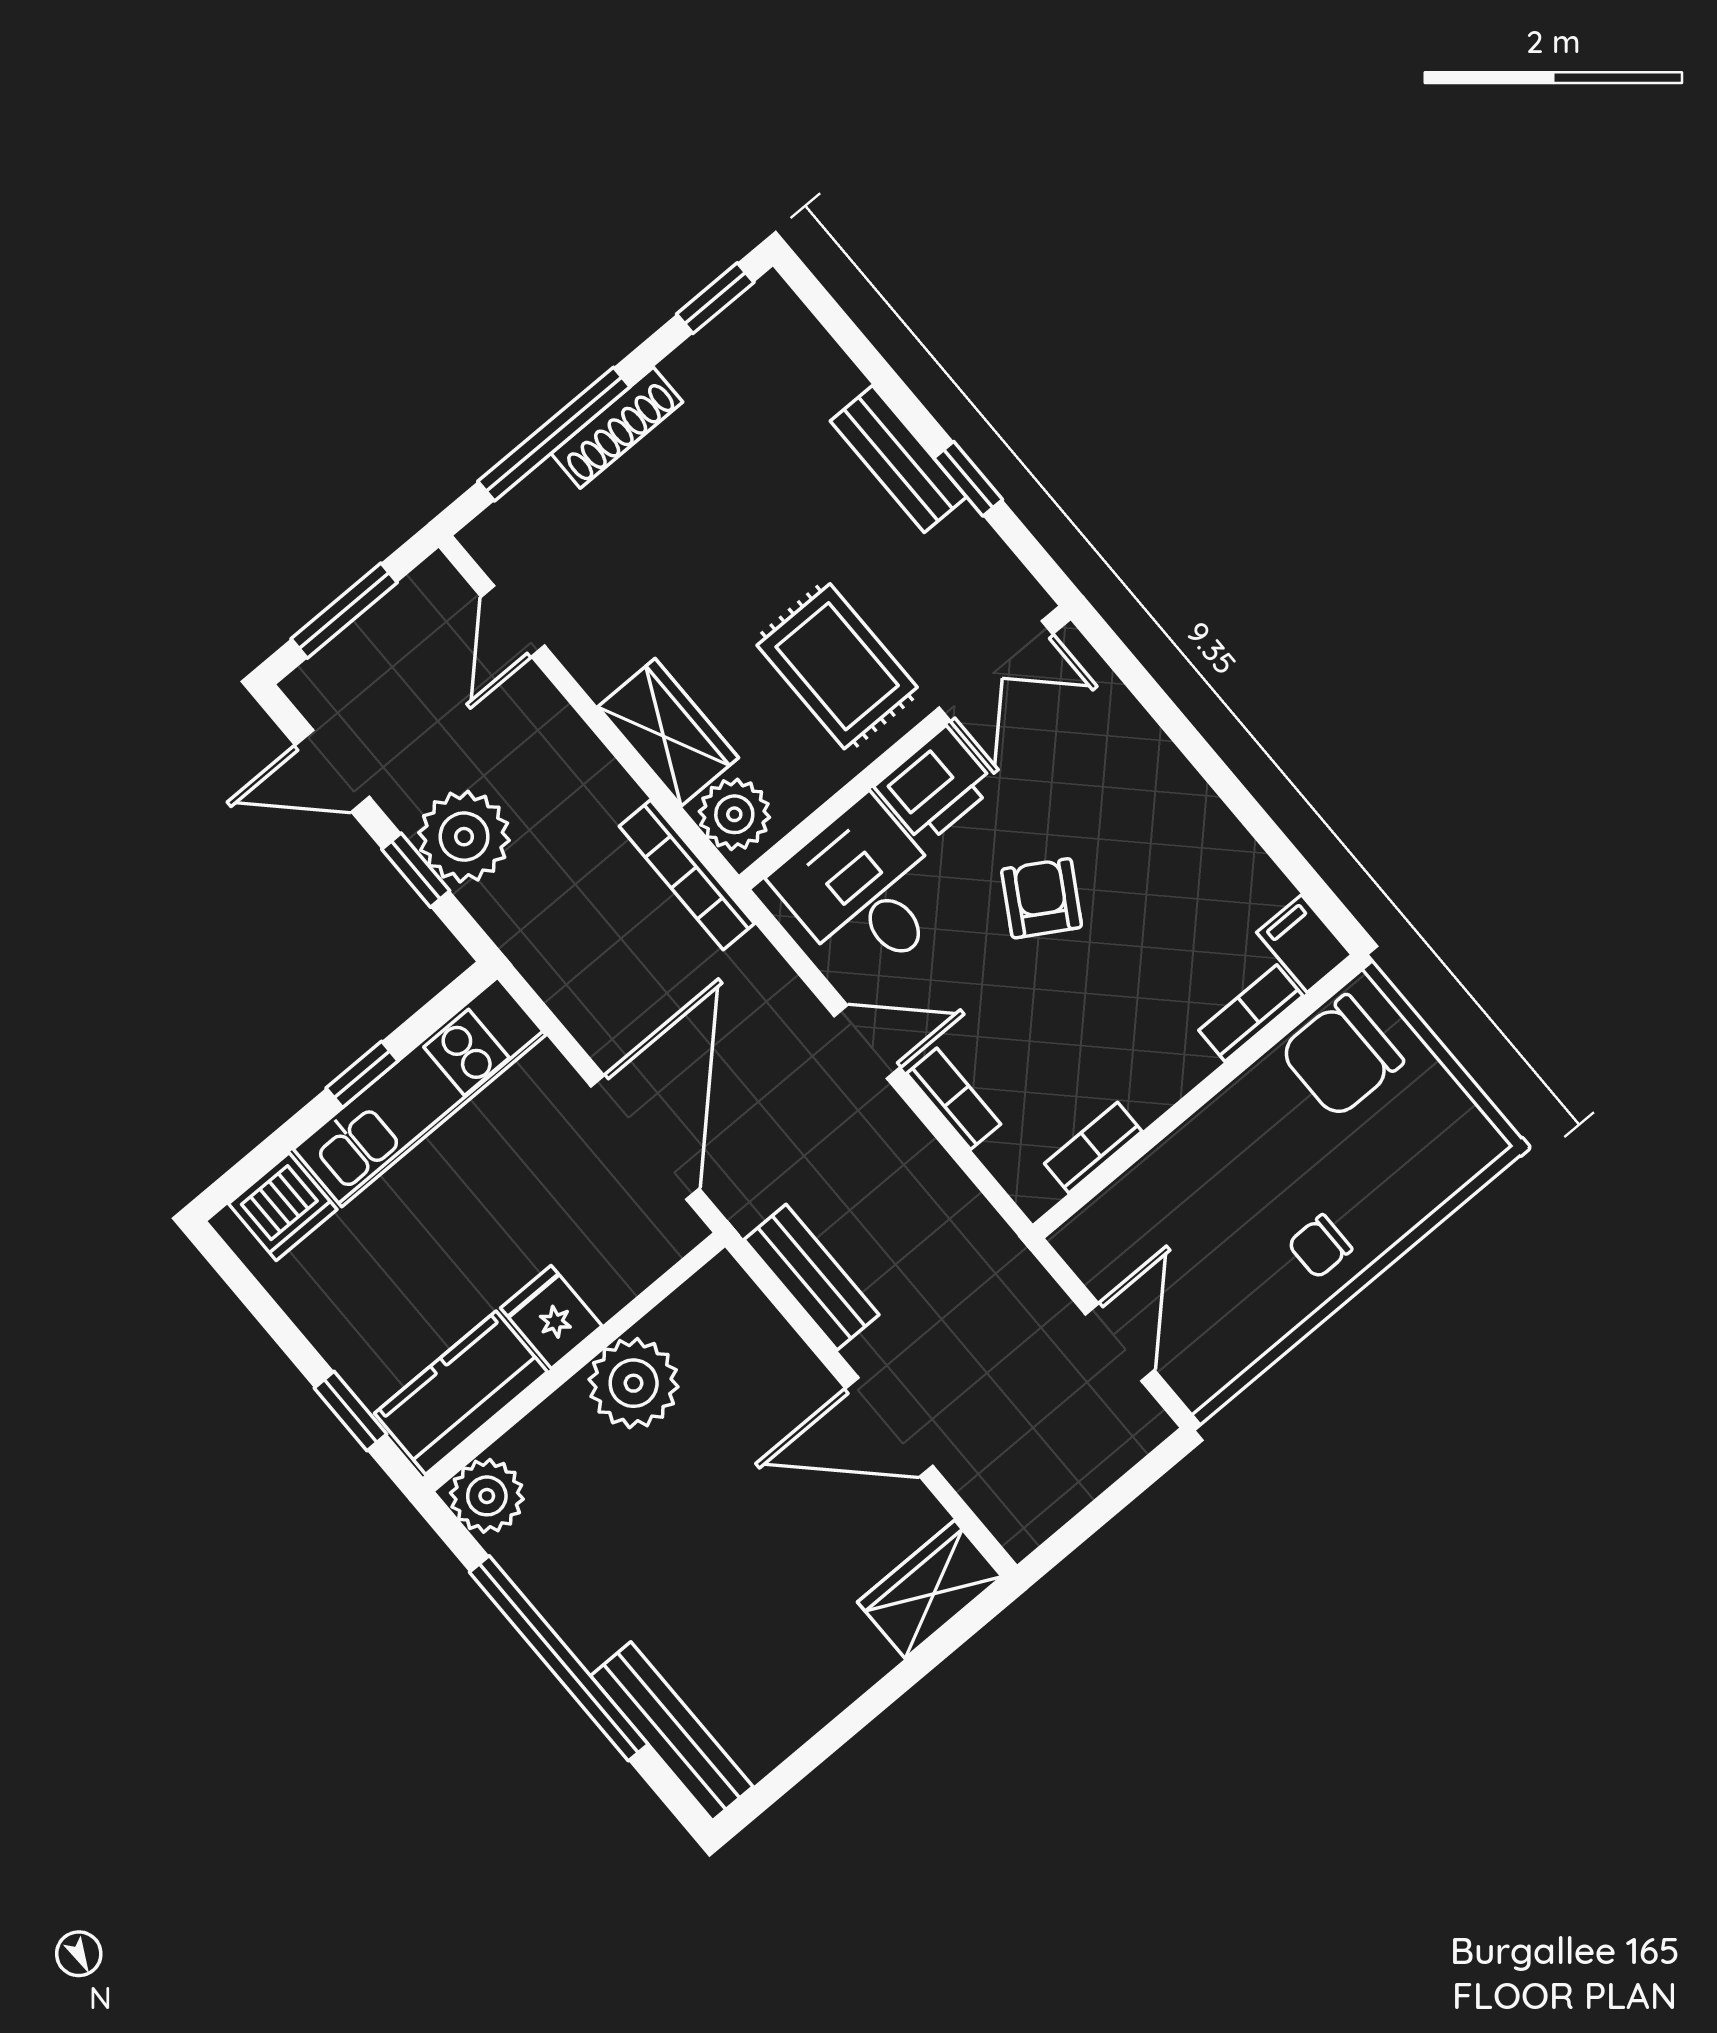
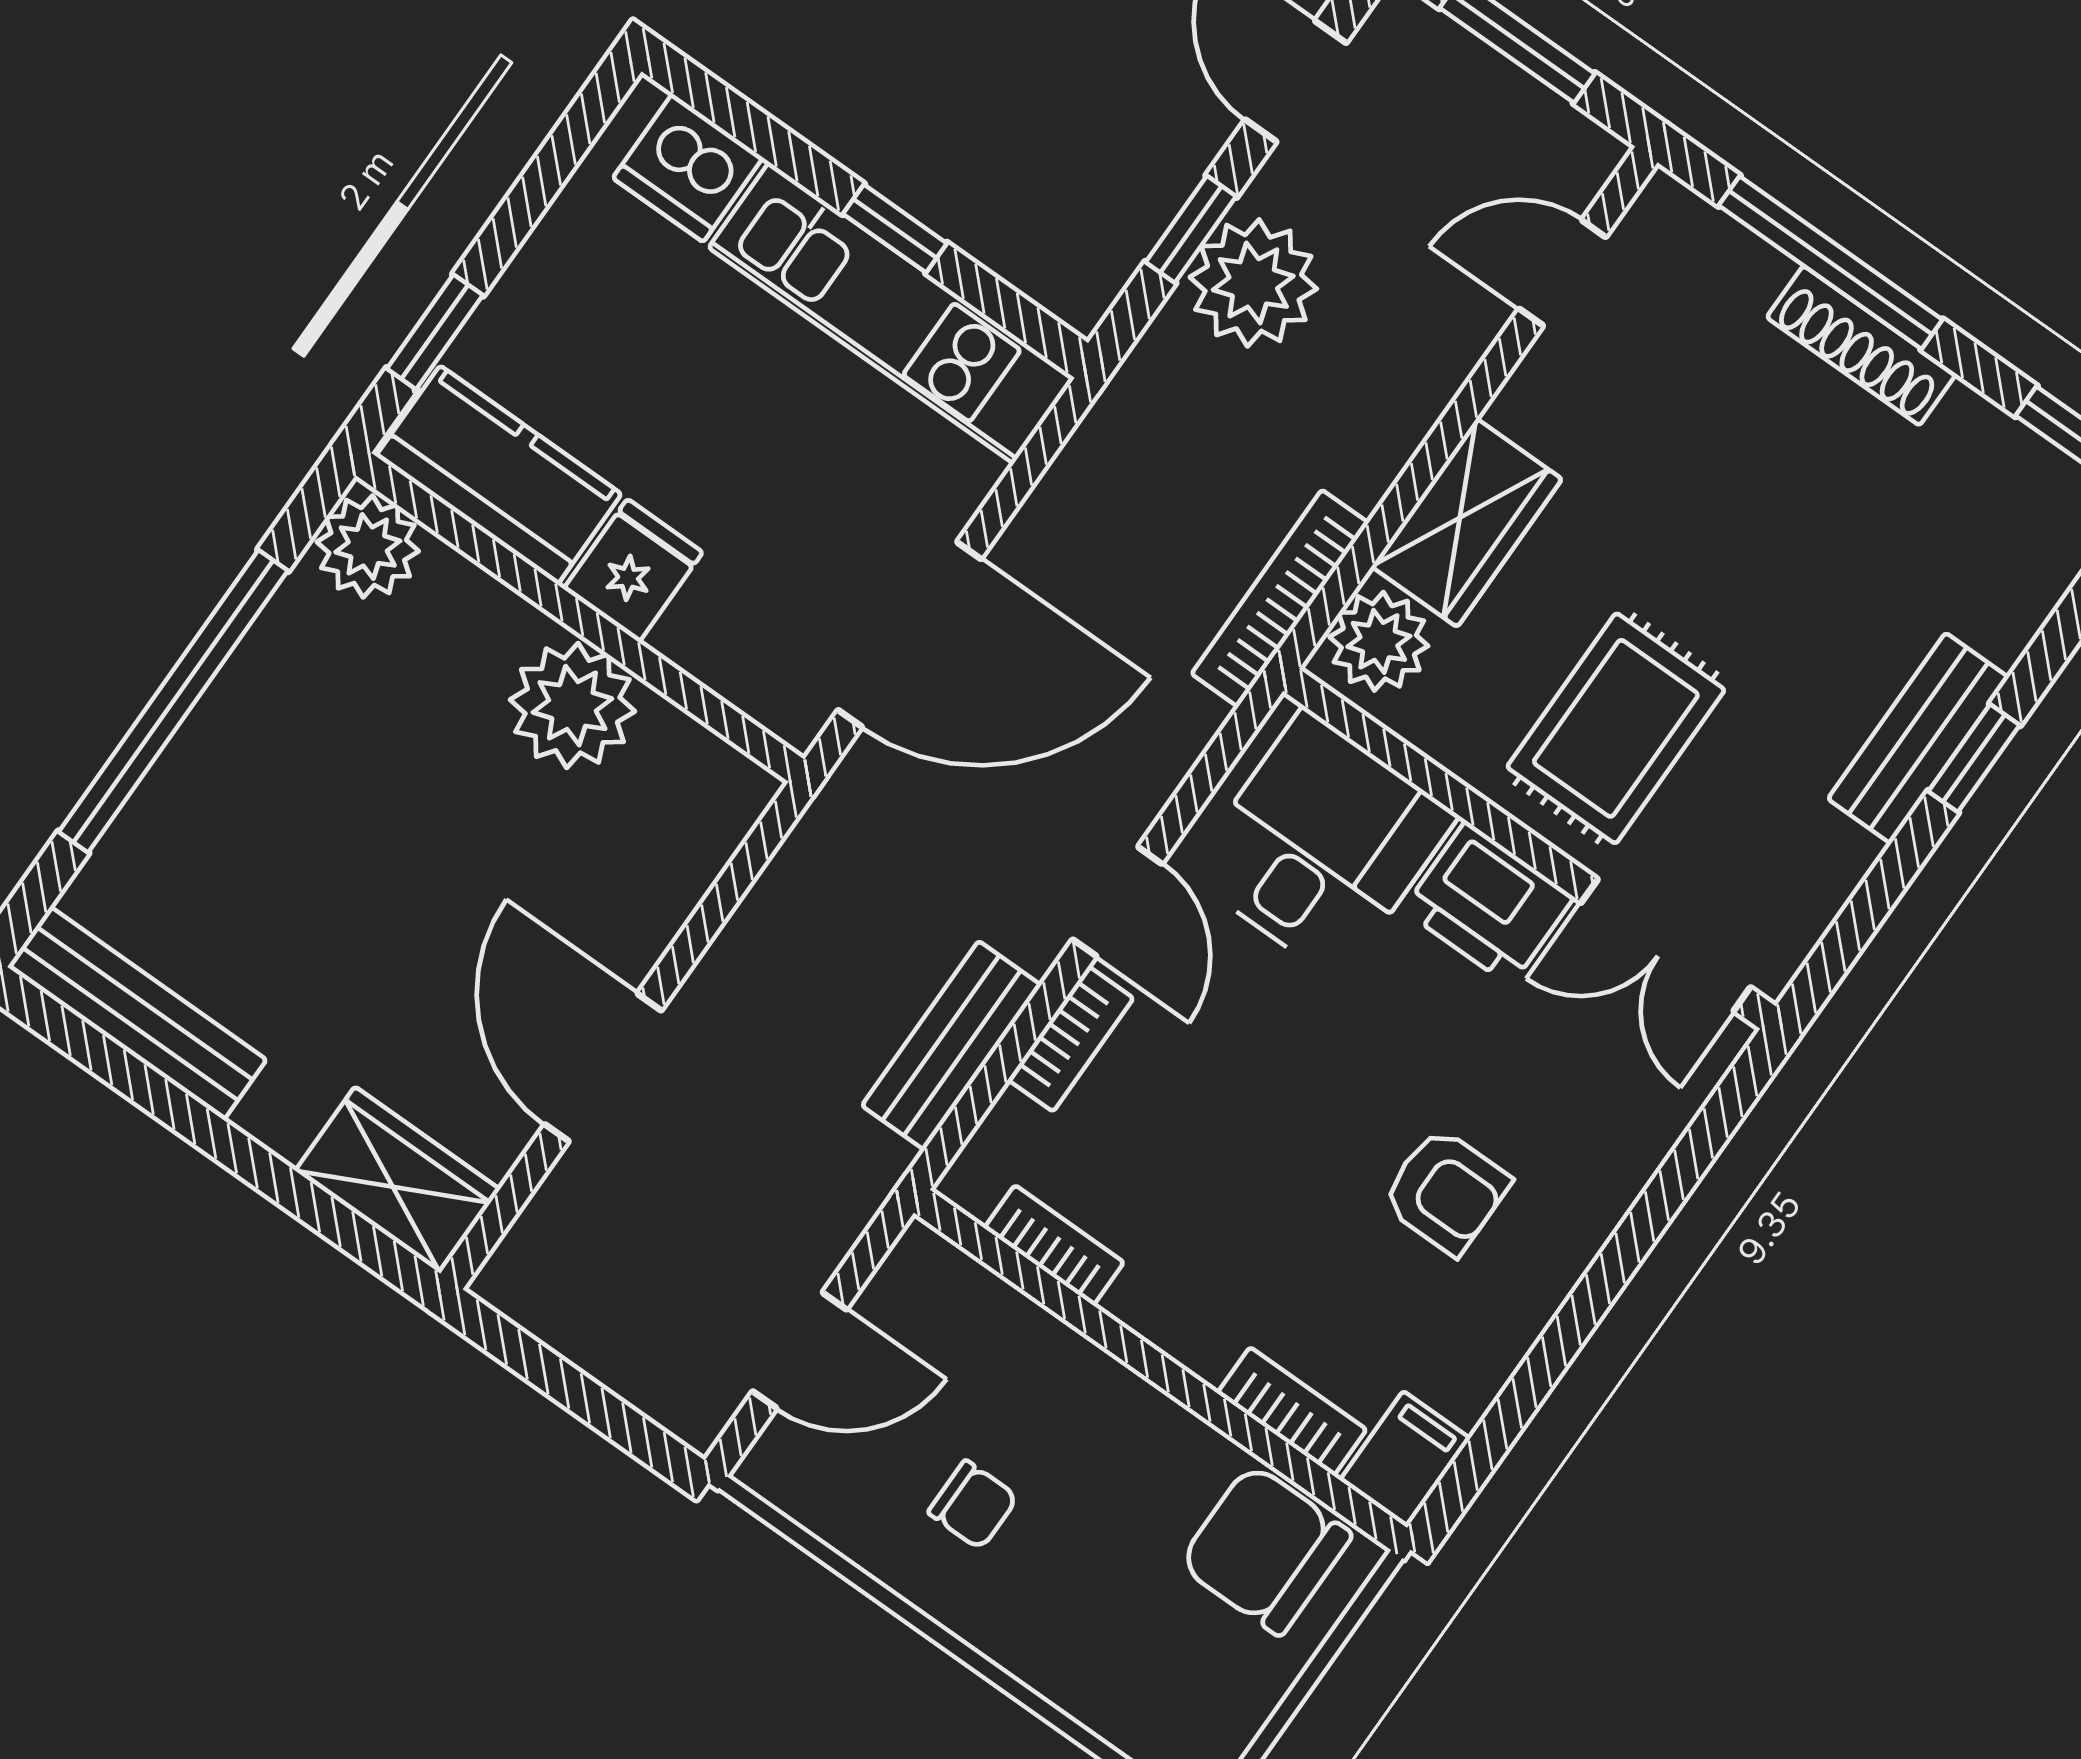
window: (968, 479) -> (1974, 758), moved
armchair: (1042, 898) -> (1446, 1191), moved, turned 59
chair: (1320, 1246) -> (973, 1505), moved, turned 180
bench: (811, 1277) -> (952, 1045), moved
bench: (672, 1731) -> (137, 1013), moved, turned 90

